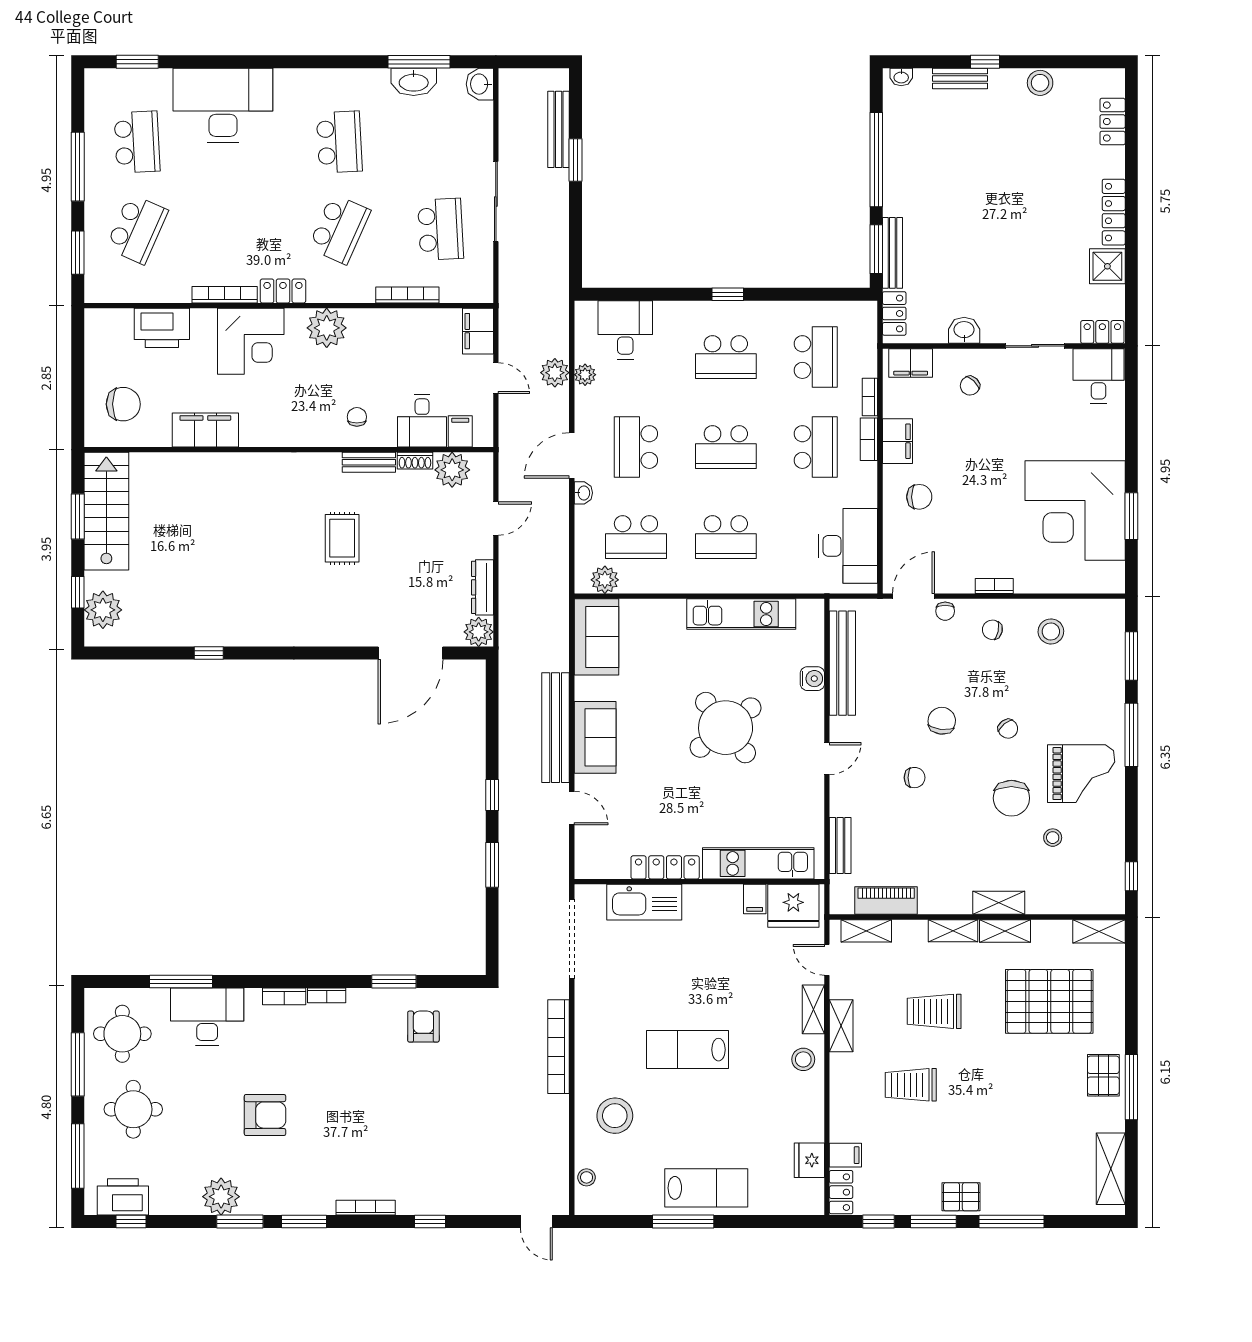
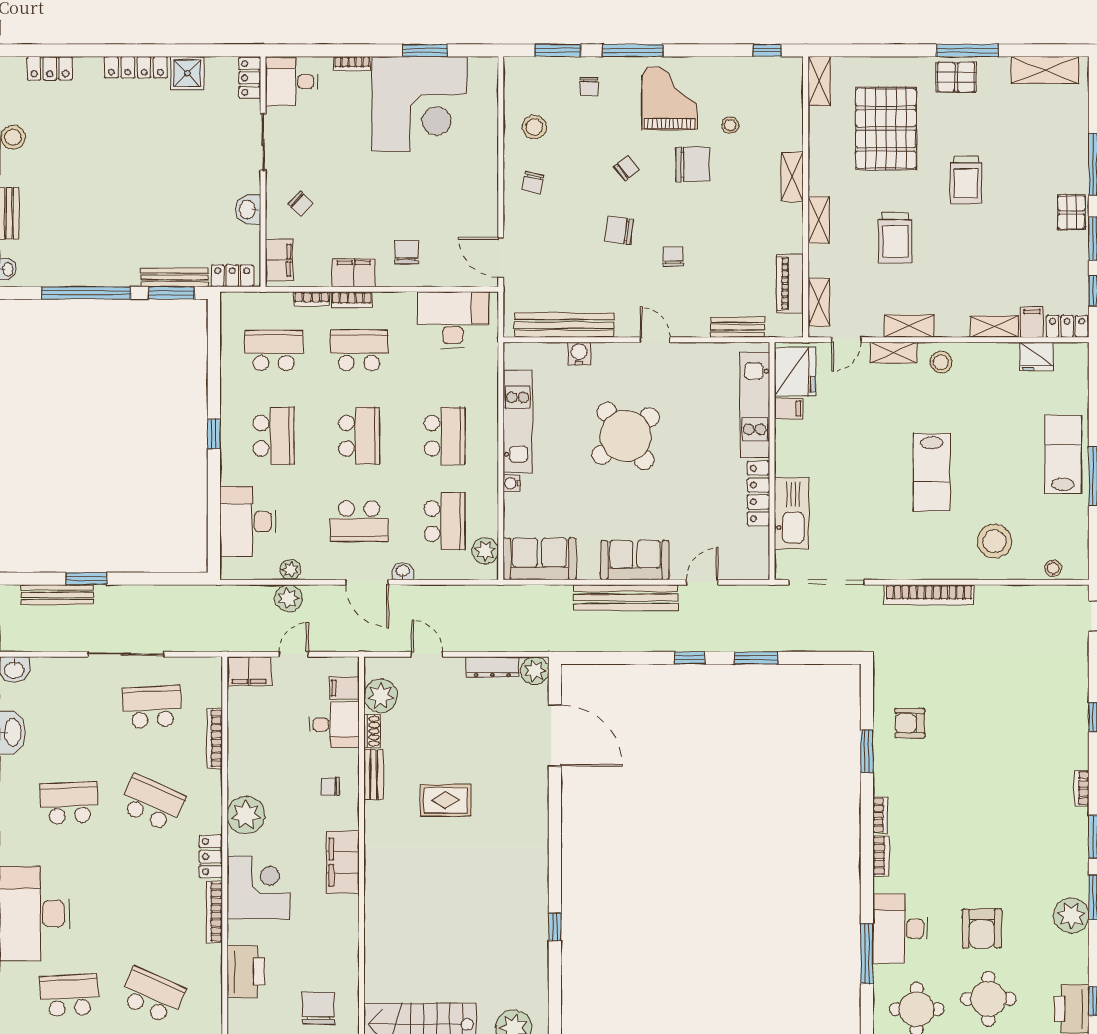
desk: (625, 330) -> (248, 522), width x1.37
filing cabinet: (205, 430) -> (343, 862), moved
bookcase: (994, 586) -> (352, 64), moved, turned -90
water cooler: (676, 608) -> (512, 483), added
chair: (945, 611) -> (589, 86), moved, turned 90
shelving: (1005, 931) -> (995, 326), moved, turned 90
trolley: (911, 1085) -> (966, 180), moved
armchair: (265, 1115) -> (982, 928), moved, turned 180
bookcase: (366, 1208) -> (1082, 788), width x0.64

